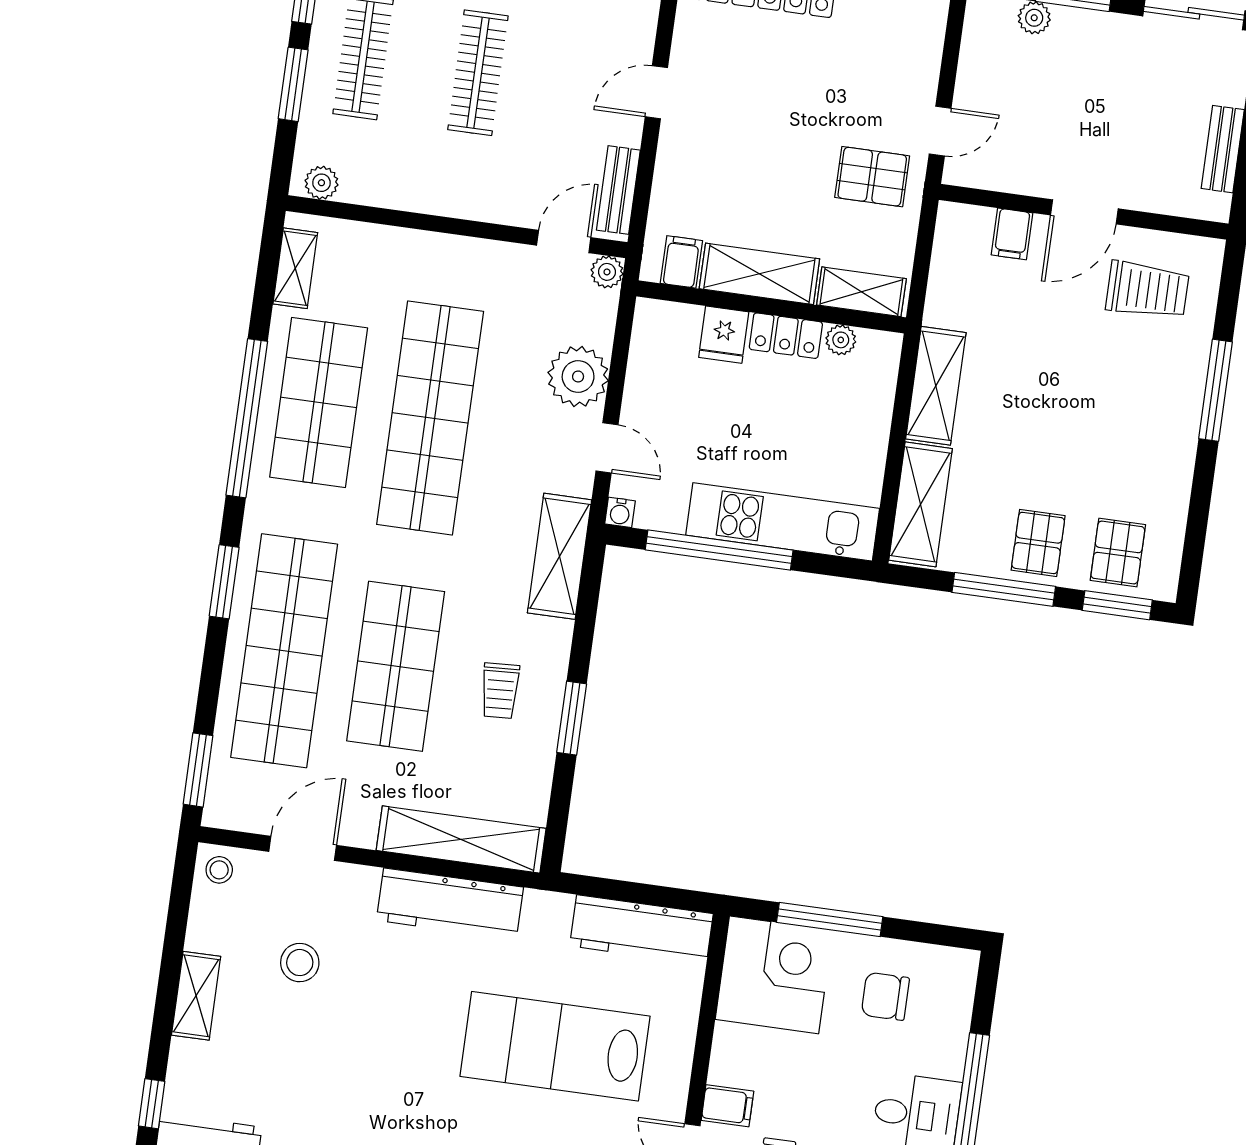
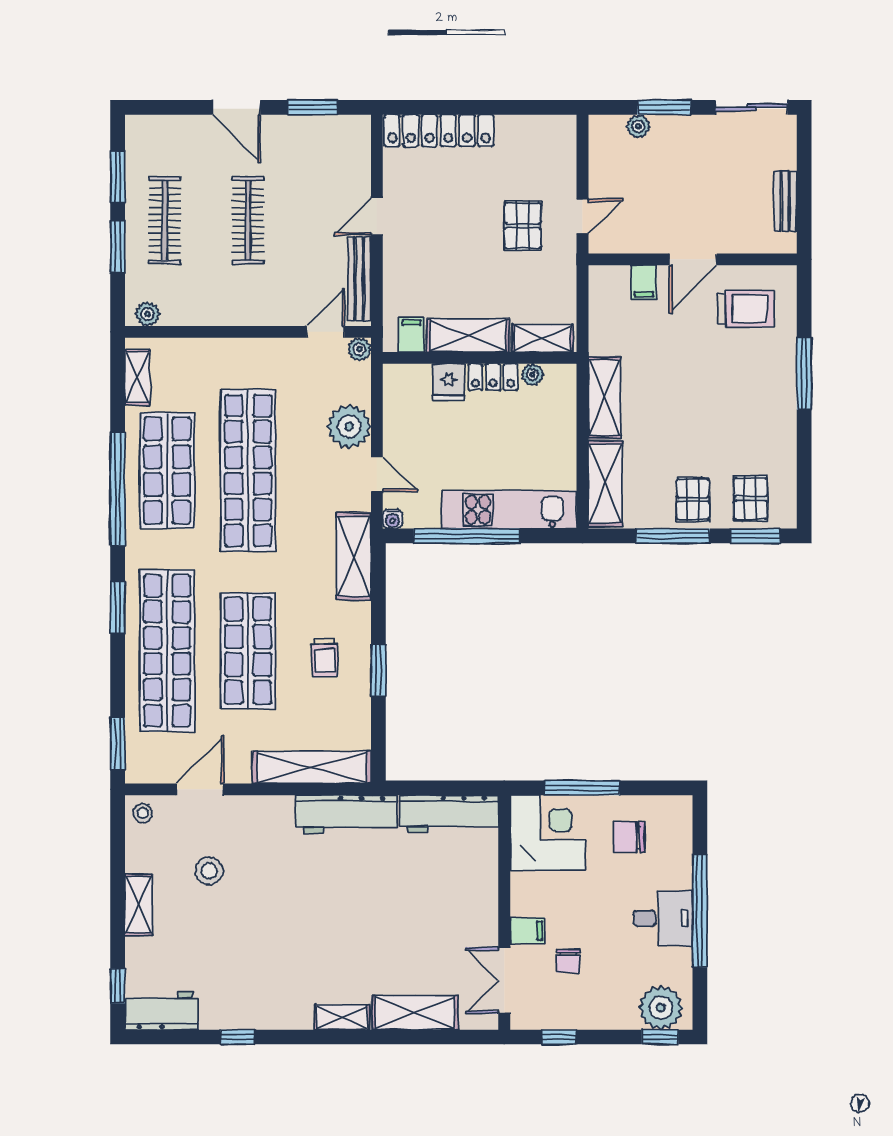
pallet: (872, 177) -> (523, 226), moved, turned 90
bench: (618, 190) -> (359, 279), width x1.36
workbench: (450, 904) -> (346, 814), moved
lab bench: (555, 1046) -> (399, 905), removed

